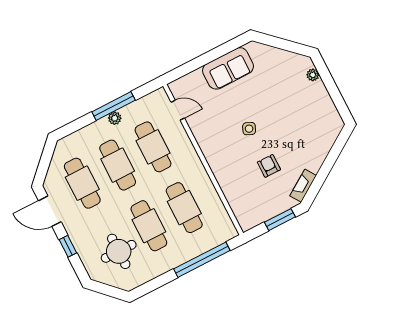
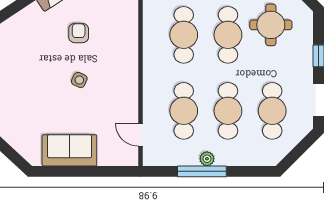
armchair: (269, 166) -> (79, 33), turned 180

